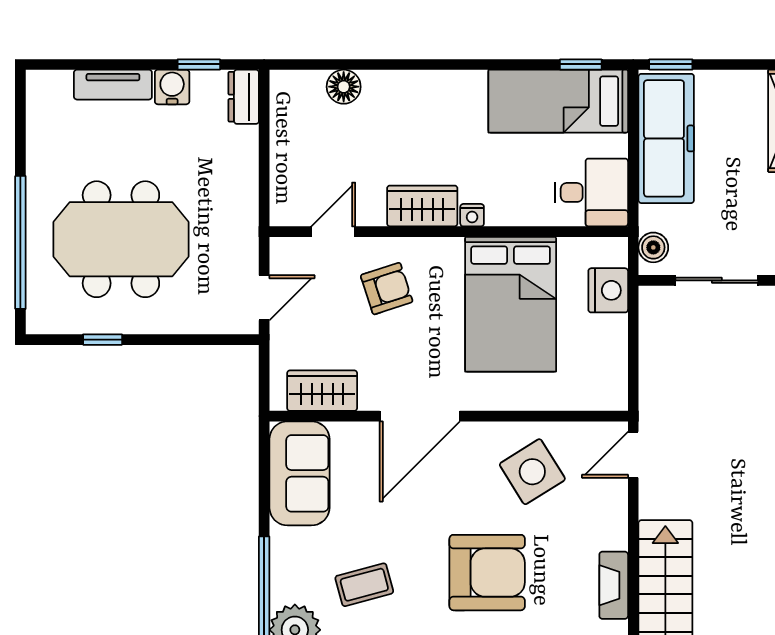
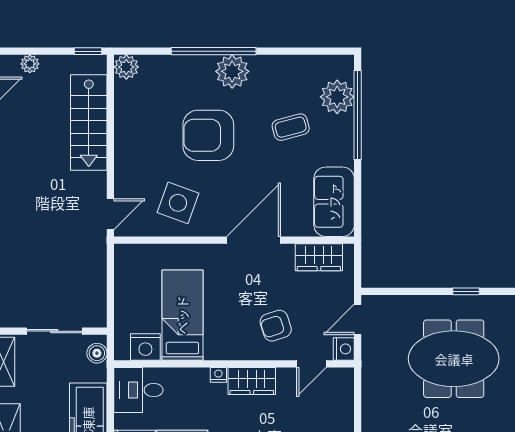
nightstand: (285, 254) -> (344, 349), added
nightstand: (608, 290) -> (145, 347), moved, turned -90
bed: (511, 304) -> (182, 315), width x0.67
side table: (532, 472) -> (178, 203), turned -38
fireplace: (614, 585) -> (123, 127), removed

